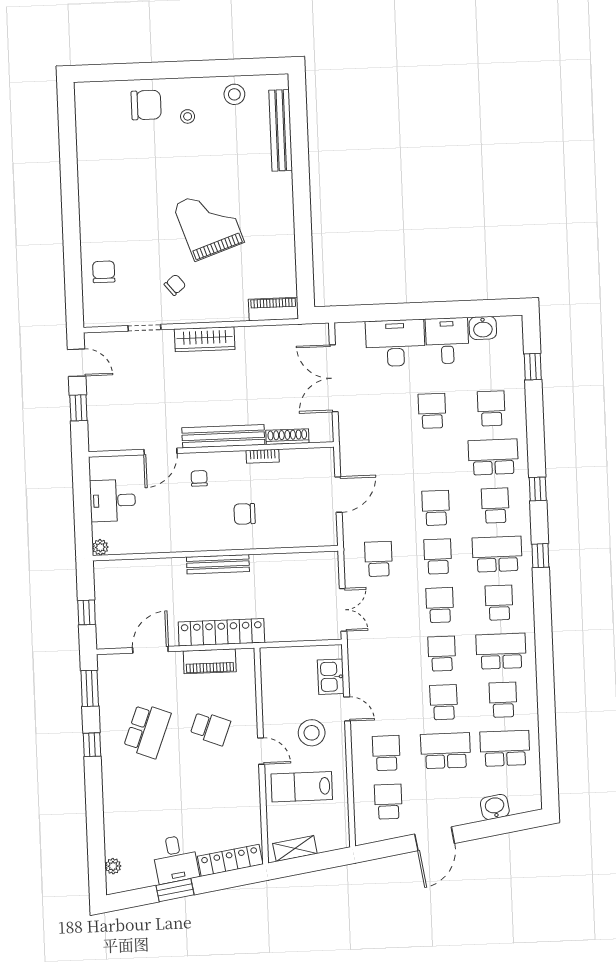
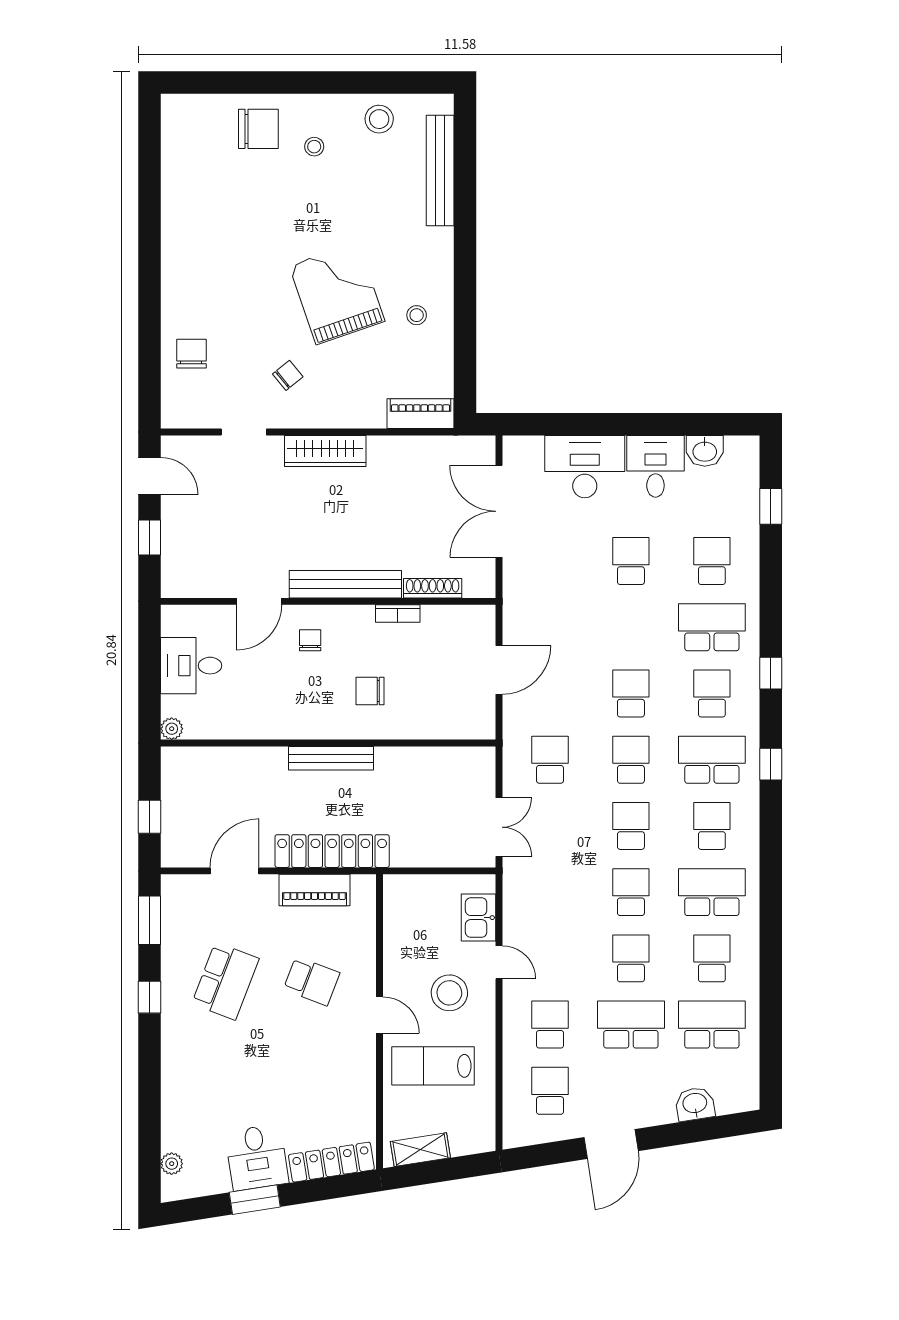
stool: (268, 237) -> (417, 315), added

